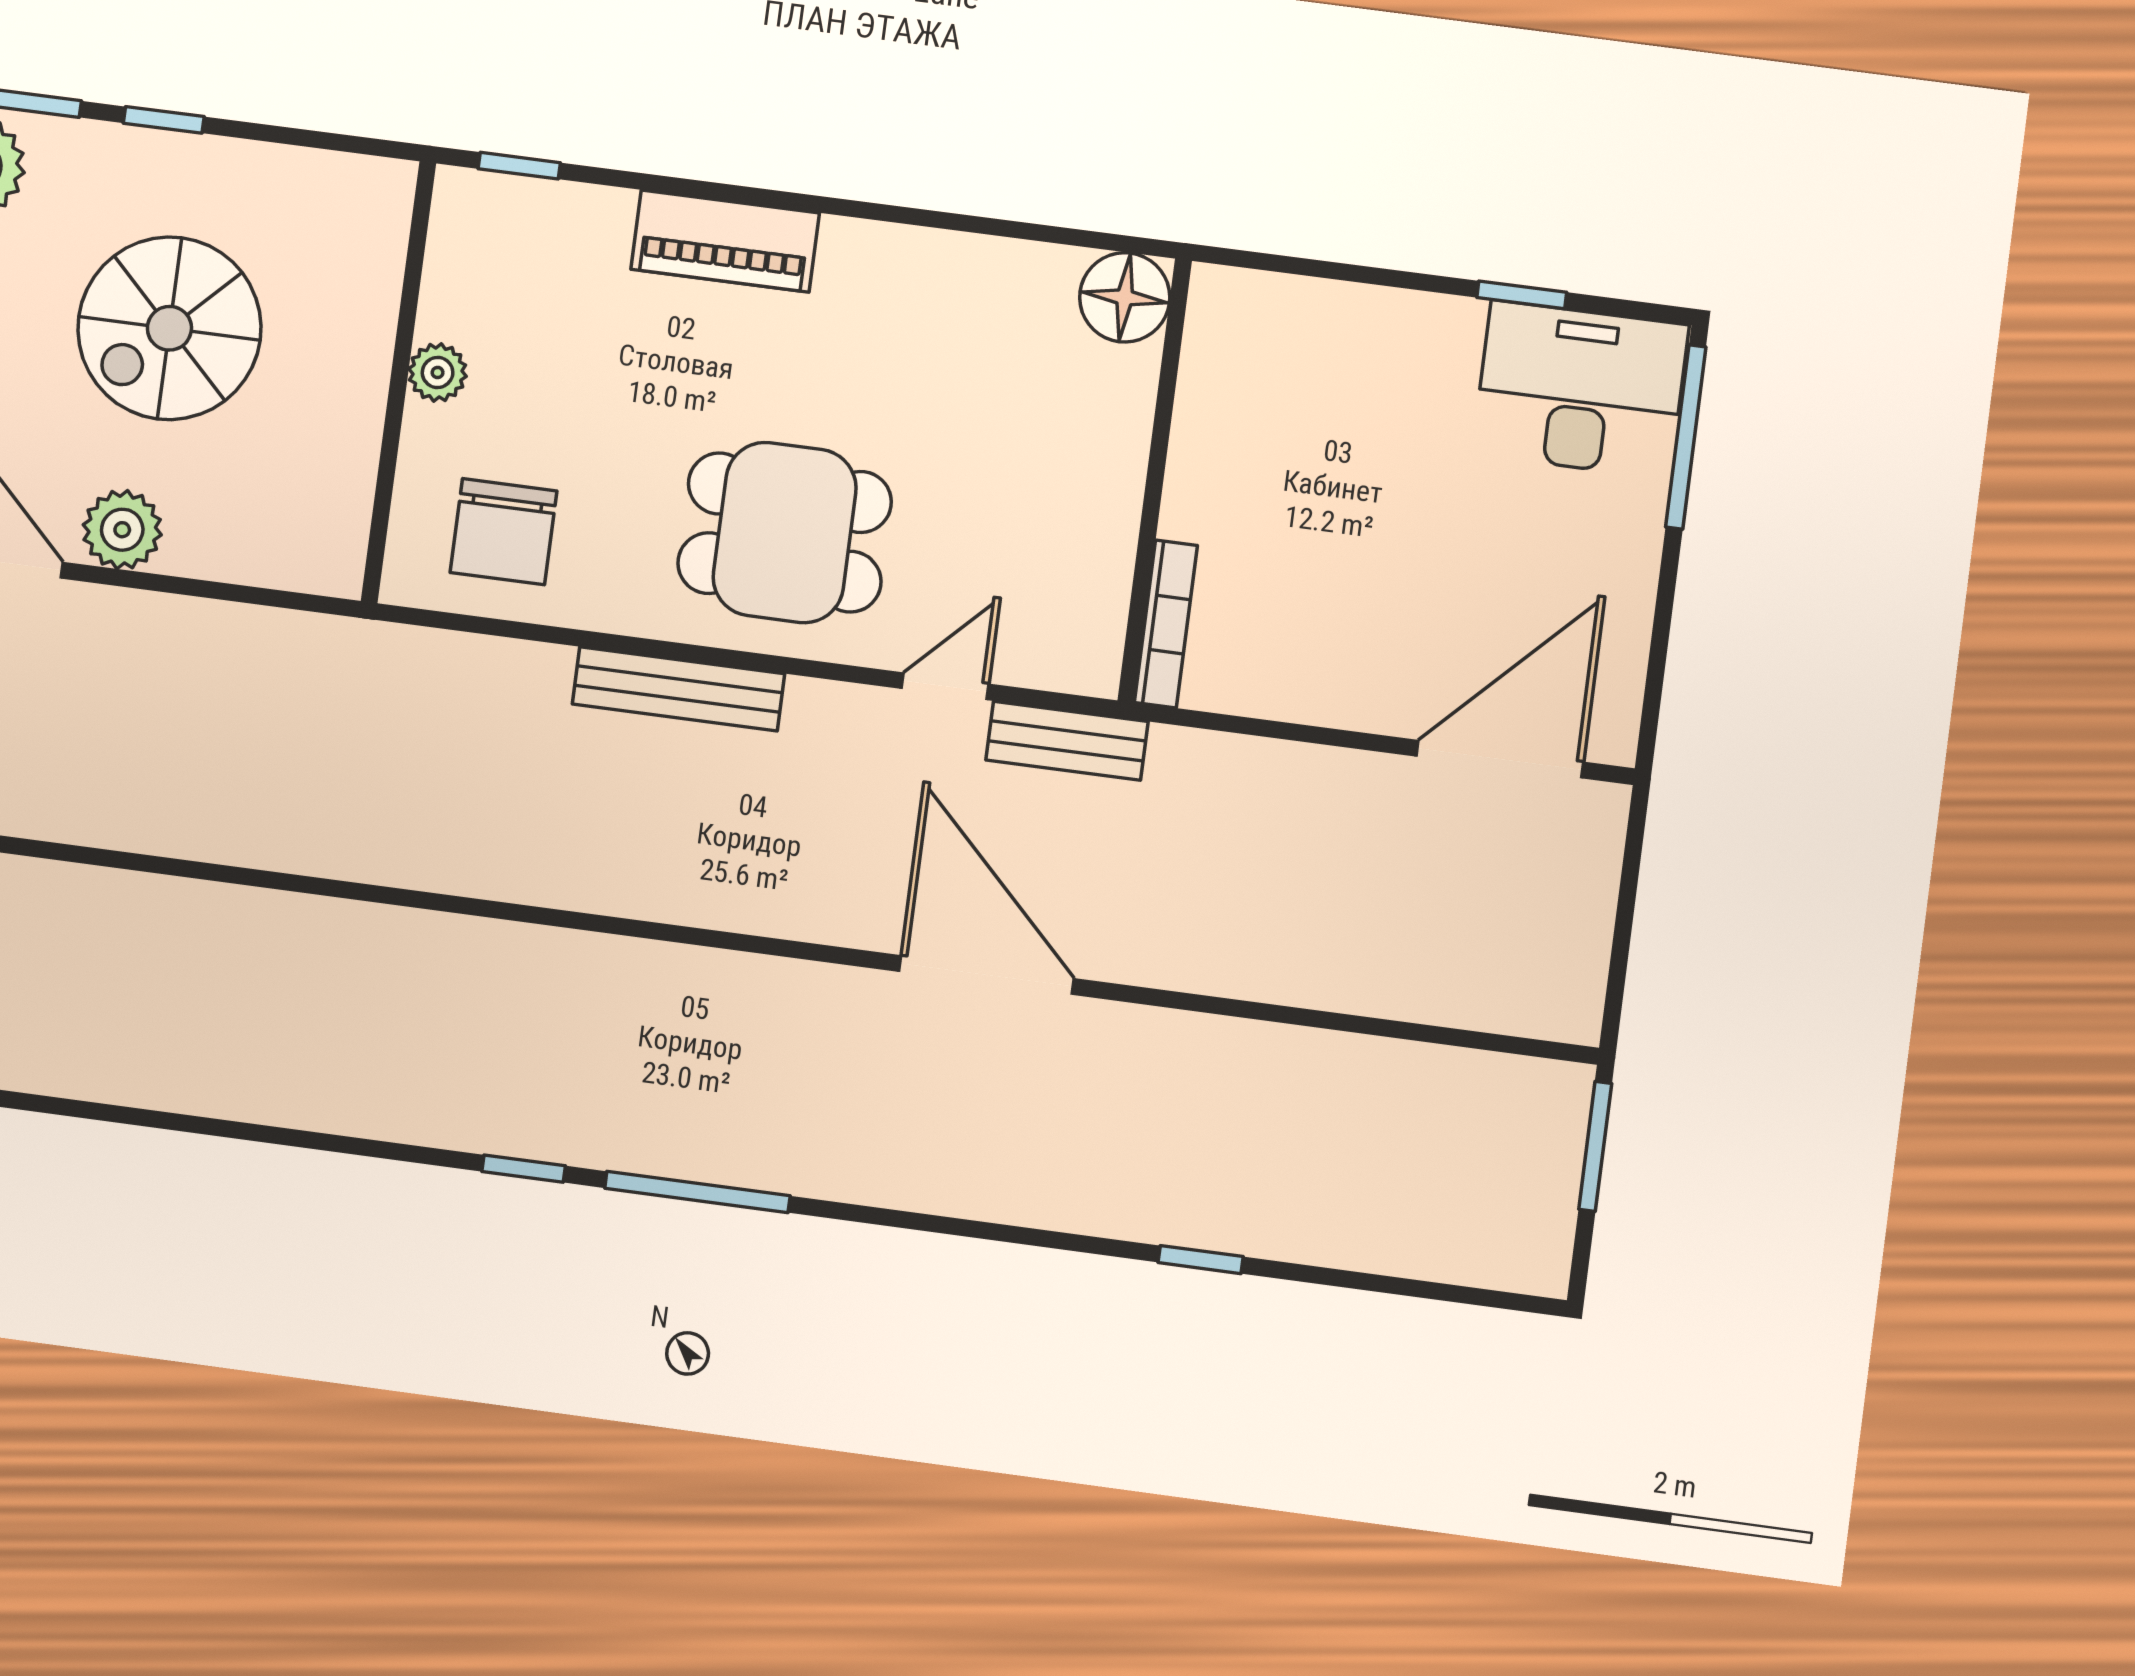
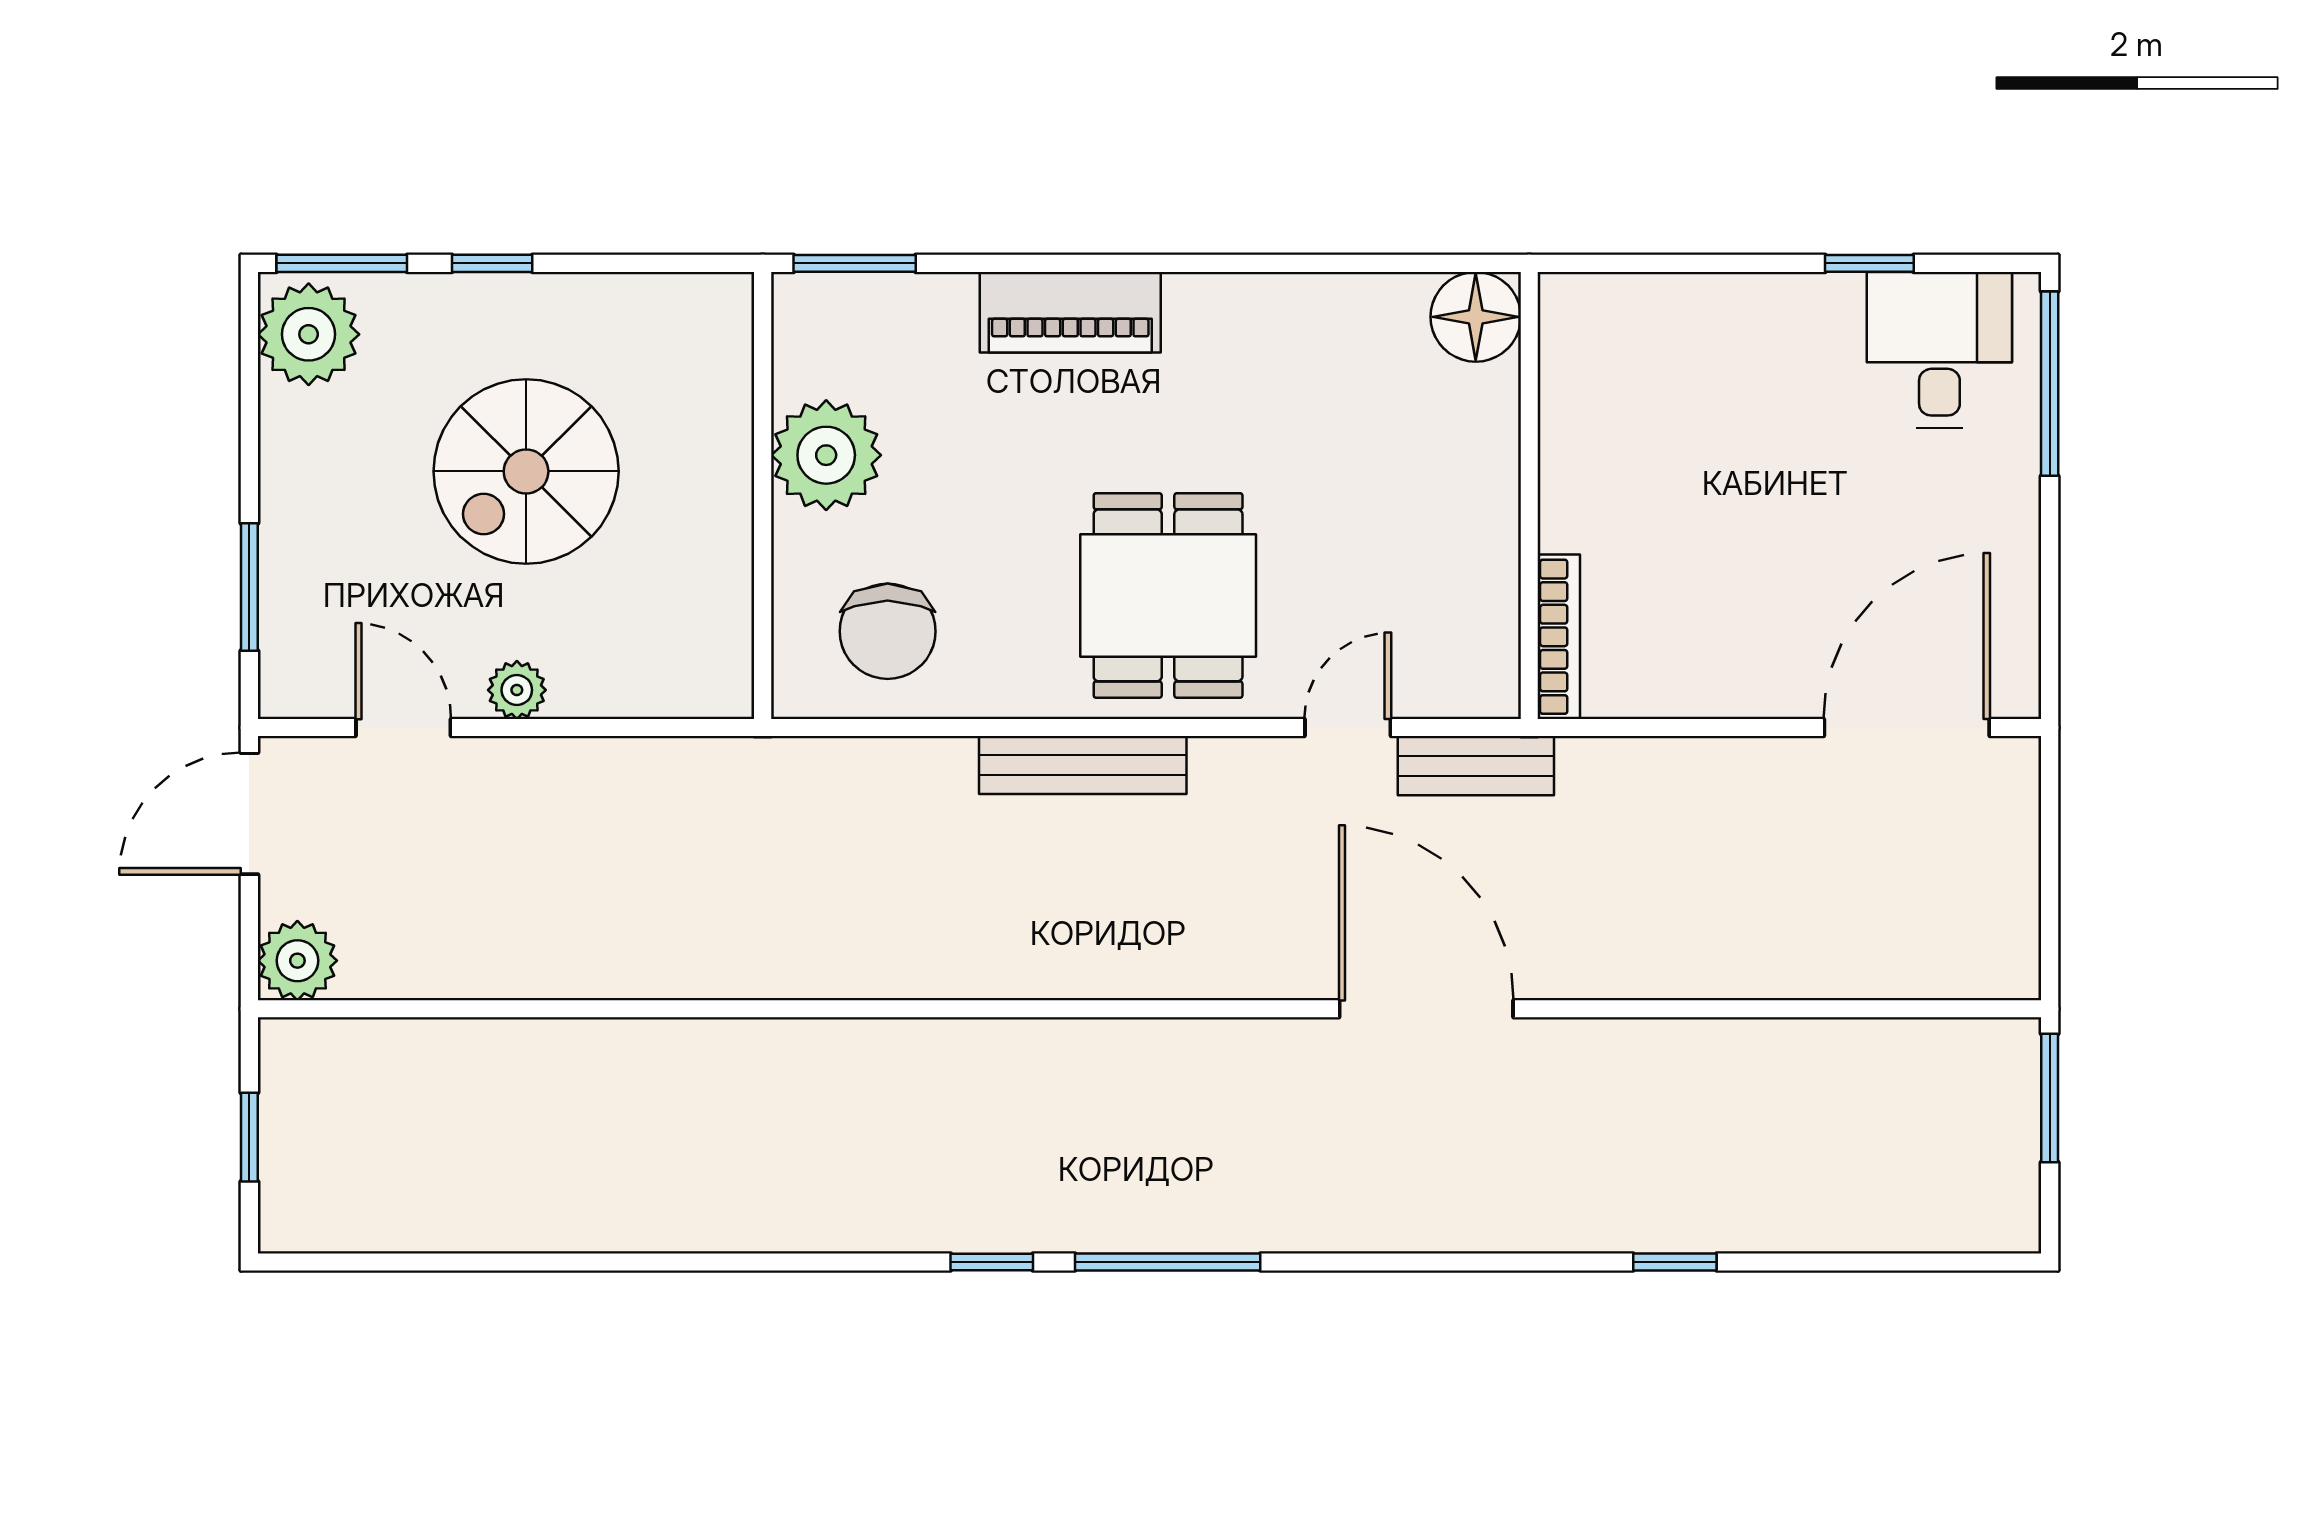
window: (519, 166) -> (855, 263), width x1.50
plant: (438, 372) -> (826, 455), width x1.88, depth x1.88
desk: (1580, 389) -> (1939, 350), width x0.73
plant: (122, 530) -> (517, 690), width x0.73, depth x0.73
dining table: (785, 533) -> (1168, 595), turned 90

